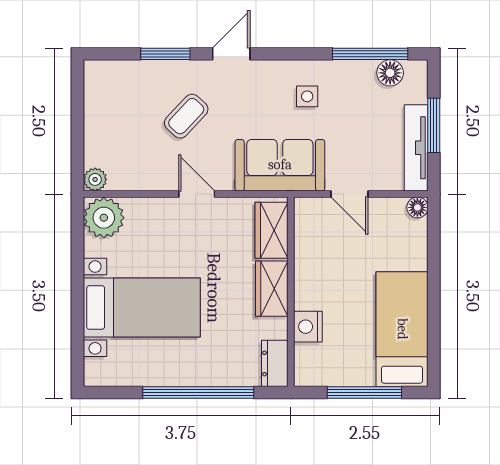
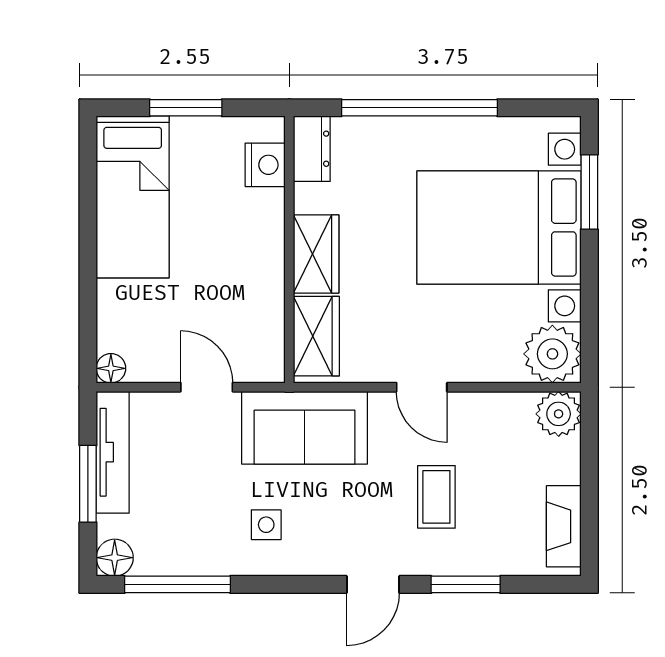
floor lamp: (390, 73) -> (115, 558), moved
fireplace: (96, 95) -> (564, 526), added
coffee table: (186, 116) -> (436, 497), turned -43
plant: (95, 179) -> (559, 414), width x1.38, depth x1.38
bed with nightstands: (142, 307) -> (499, 228), width x1.36
nightstand: (308, 327) -> (265, 165), moved
window: (78, 333) -> (589, 192), added
window: (364, 393) -> (186, 108), width x0.69

